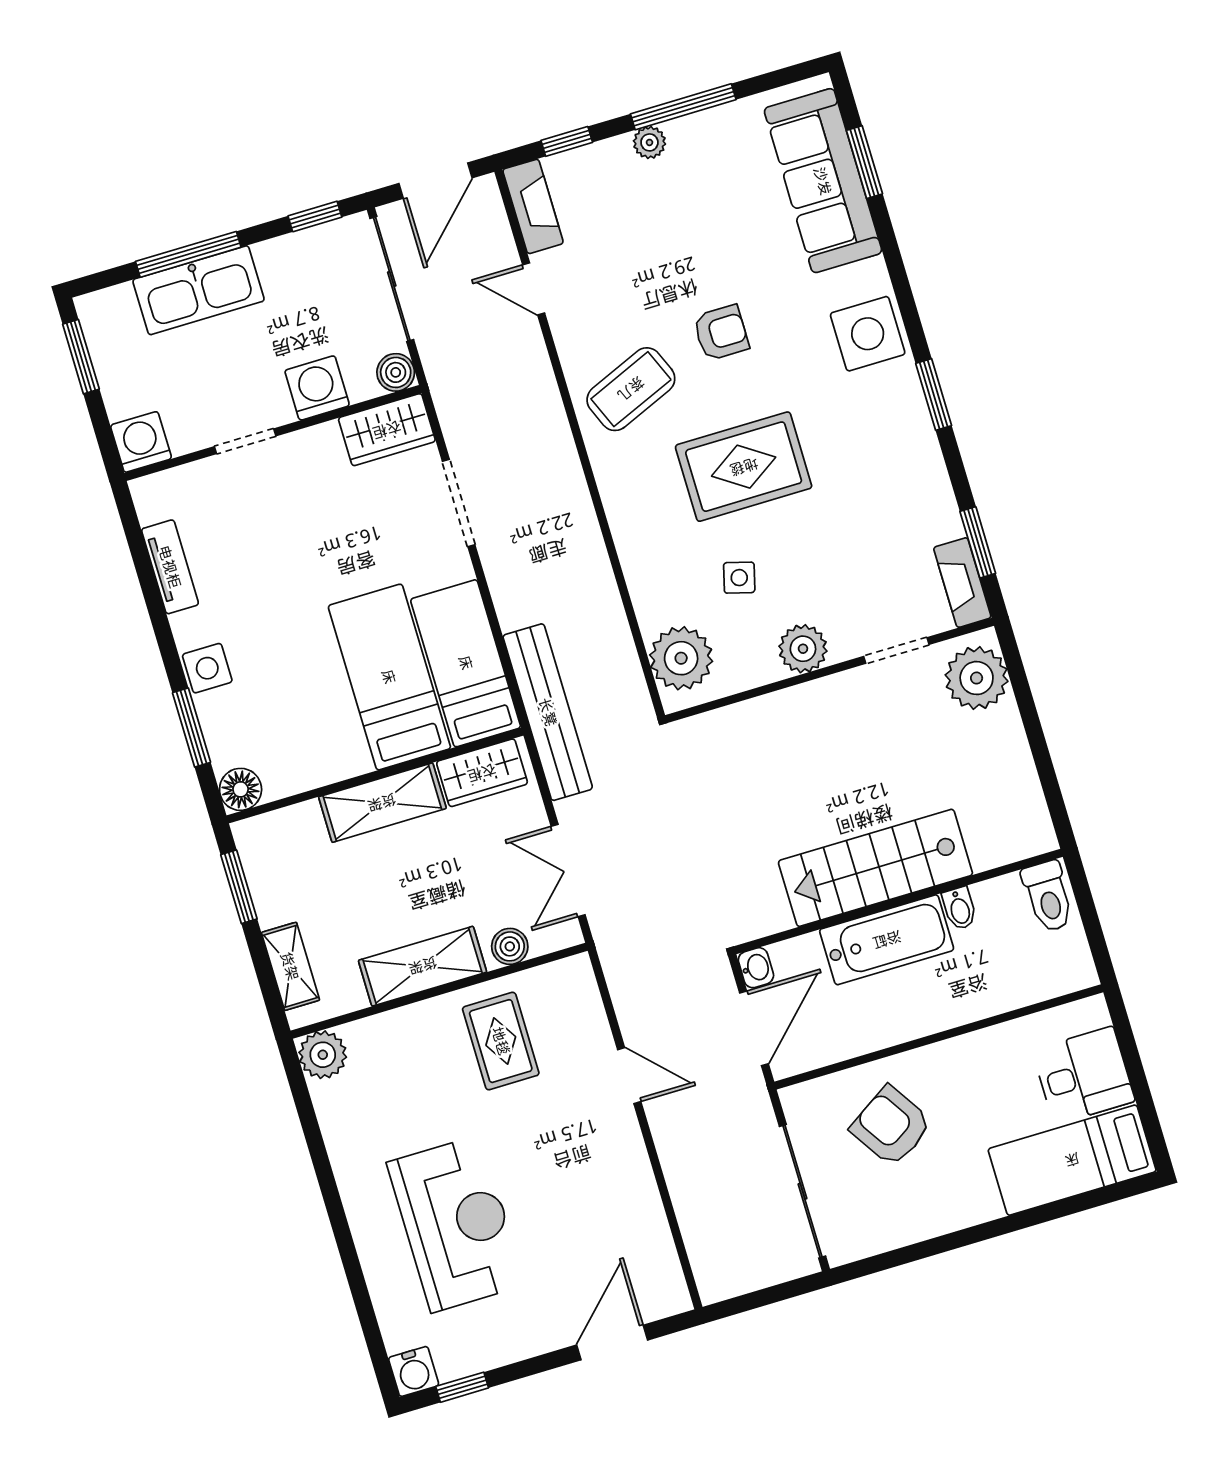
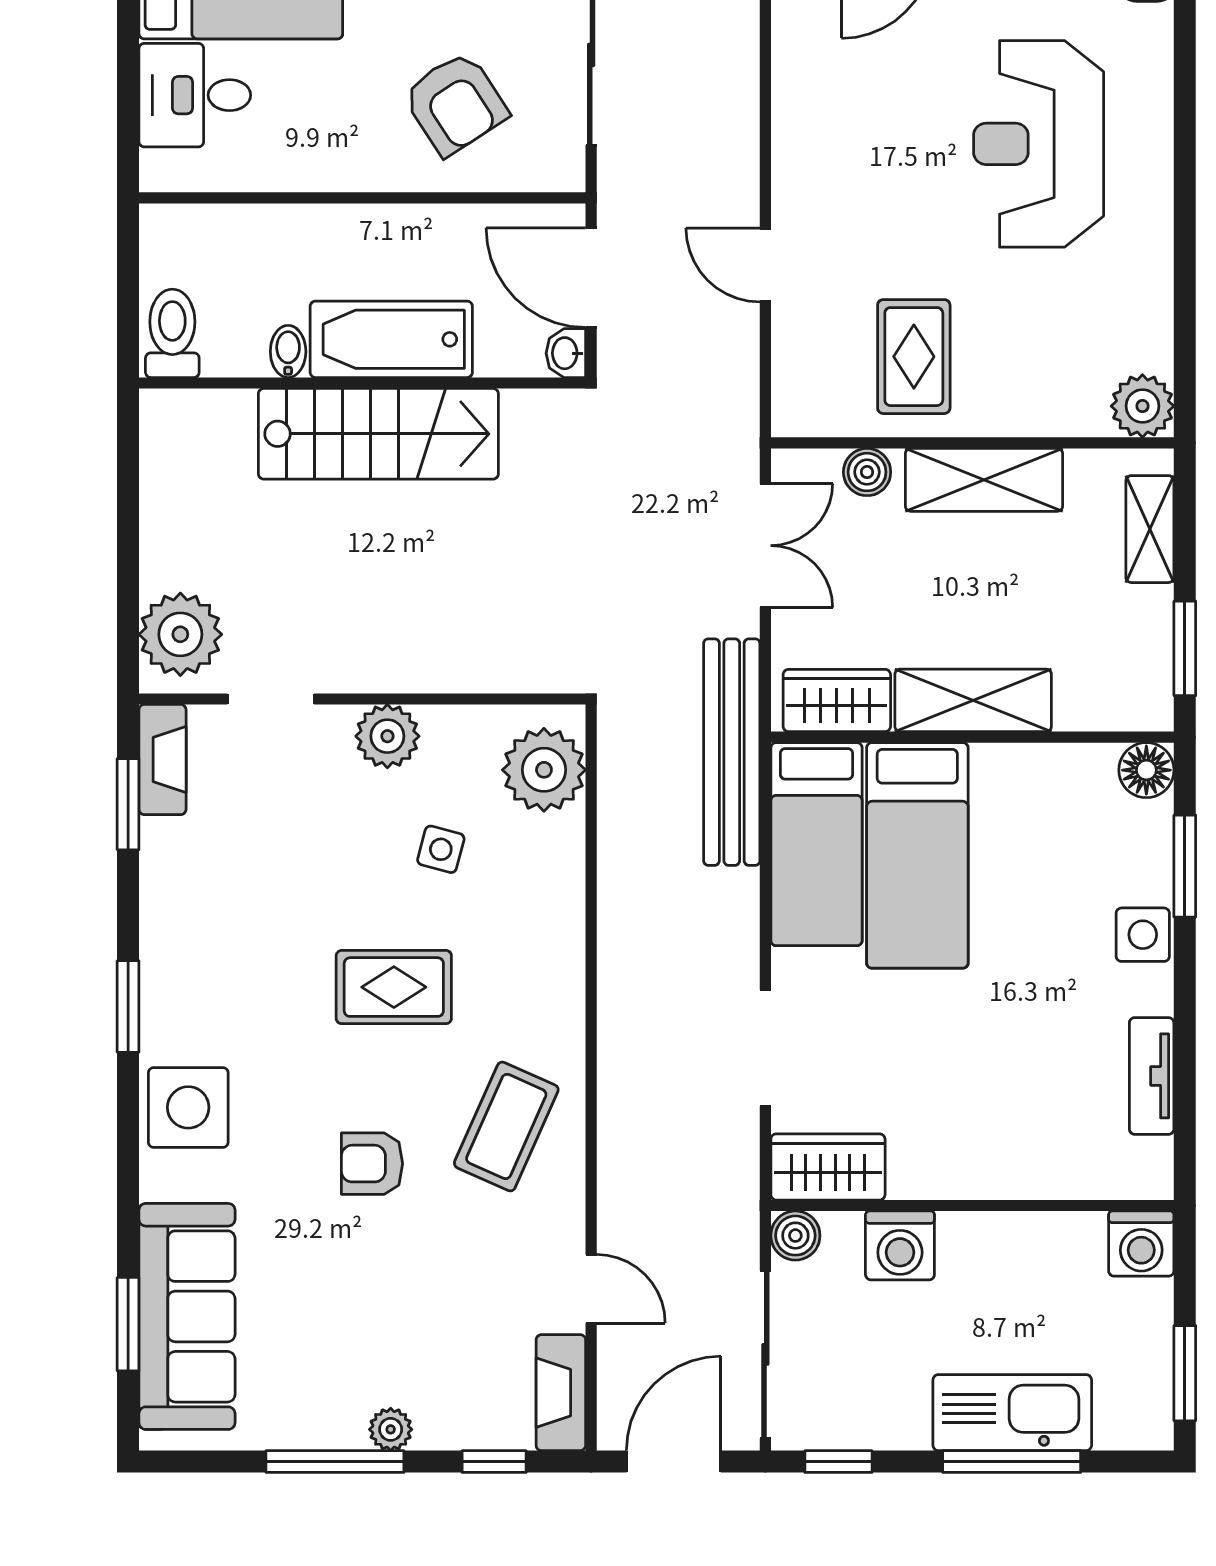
coffee table: (631, 389) -> (506, 1126), turned -43
doorway: (245, 441) -> (1010, 1206), removed
rug: (744, 467) -> (394, 987), width x0.73, depth x0.70
door: (754, 1028) -> (591, 278), hinge flipped

